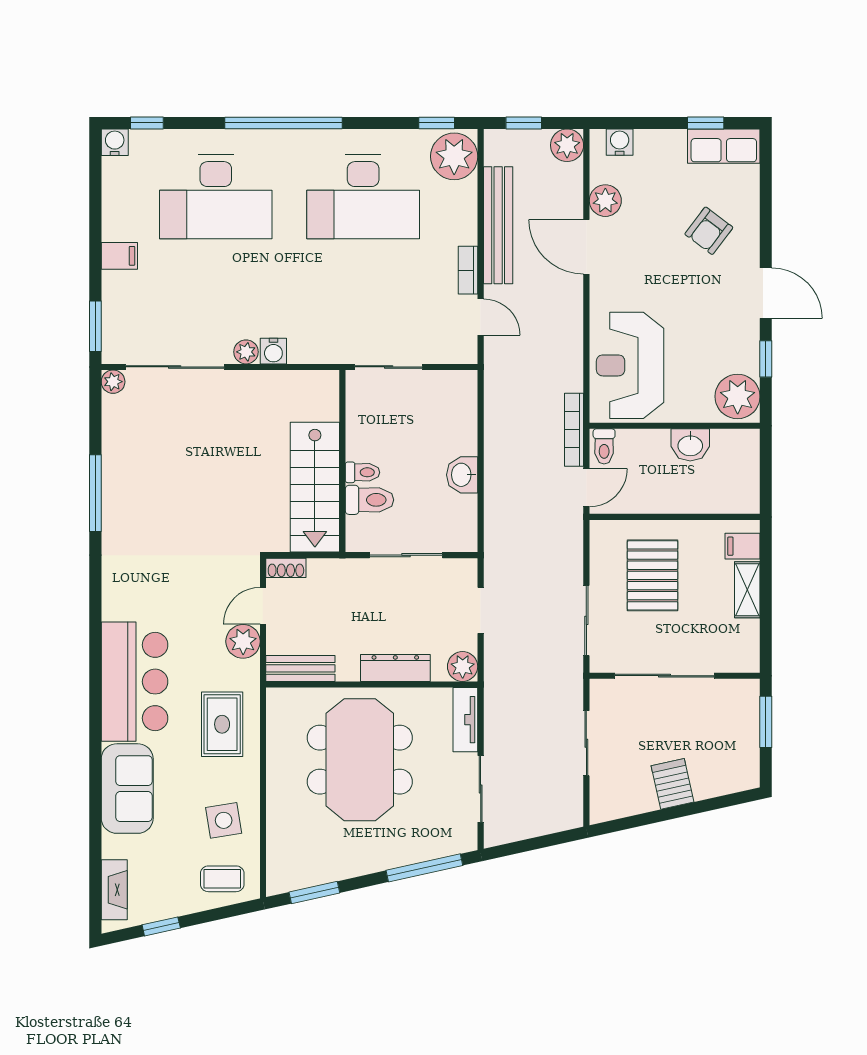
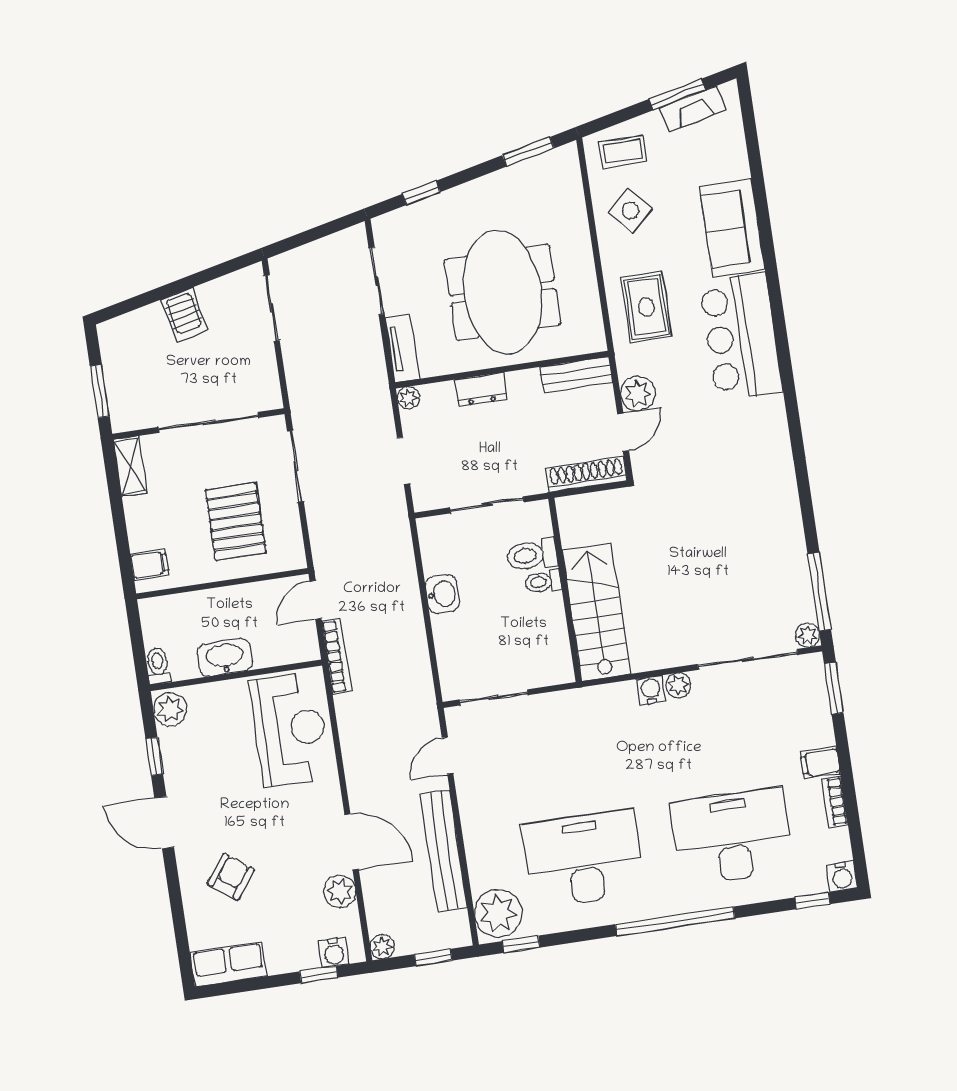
window: (706, 123) -> (319, 975), moved
plant: (567, 145) -> (383, 947), width x0.73, depth x0.73
bookcase: (468, 270) -> (835, 802), moved, turned 180
door: (481, 317) -> (448, 756), hinge flipped
sliding door: (389, 367) -> (494, 697), moved
plant: (738, 396) -> (170, 709), width x0.73, depth x0.73
washbasin: (690, 445) -> (225, 657), width x1.38
toilet: (604, 446) -> (158, 666), moved
stairs: (315, 487) -> (597, 612), moved
window: (95, 493) -> (819, 592), moved
shoe rack: (286, 568) -> (586, 475), width x1.94, depth x1.24
shelving: (747, 590) -> (130, 466), moved
plant: (463, 667) -> (408, 398), width x0.73, depth x0.73
dresser: (395, 668) -> (481, 390), width x0.70
sliding door: (586, 743) -> (272, 308), moved
side table: (224, 820) -> (630, 211), turned -33
window: (424, 868) -> (421, 193), width x0.46
fireplace: (114, 890) -> (693, 109), moved, turned -103
window: (161, 926) -> (677, 94), width x1.50

